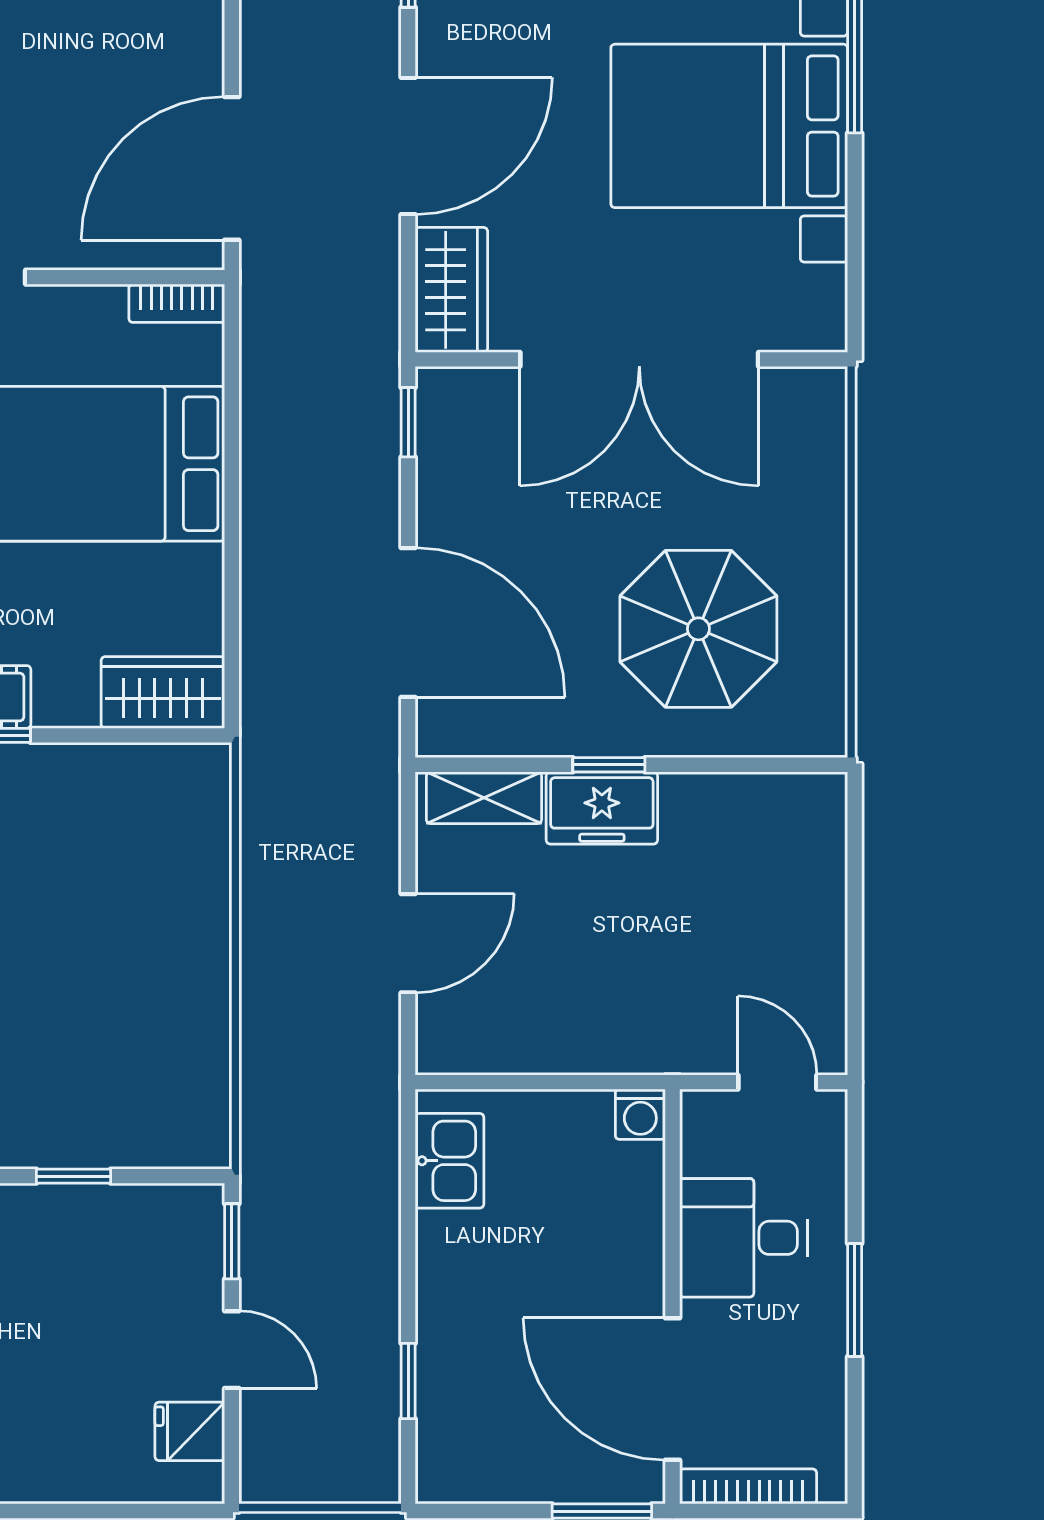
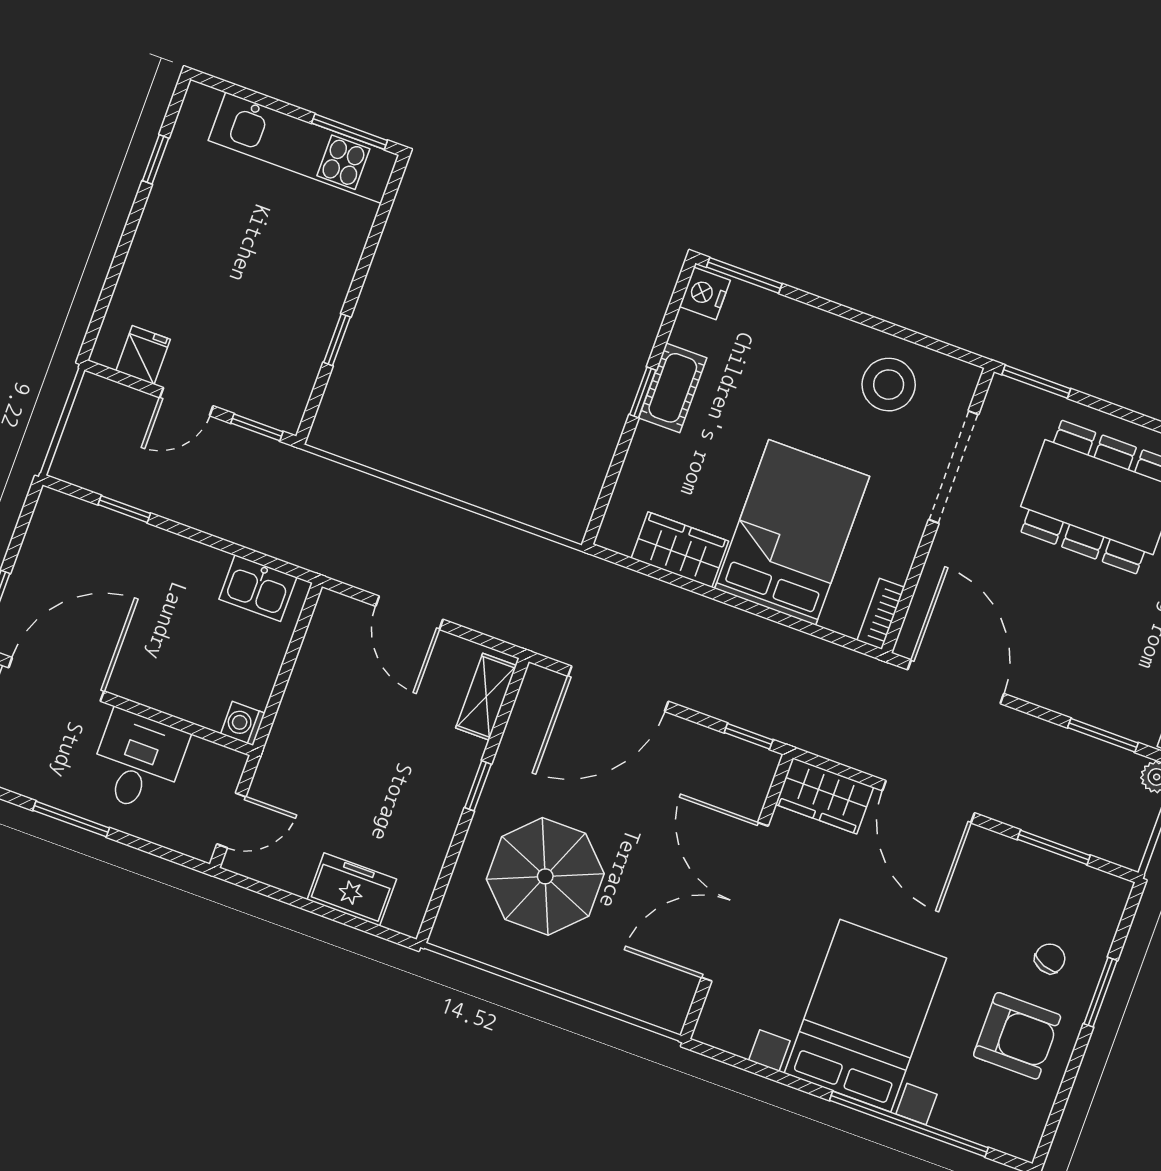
wardrobe: (163, 692) -> (680, 550), moved, turned -90
freezer: (602, 808) -> (352, 889), moved, turned 90

